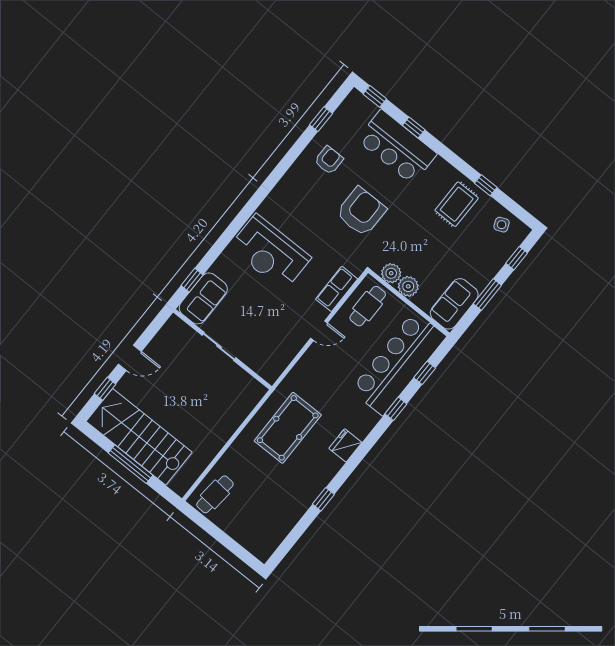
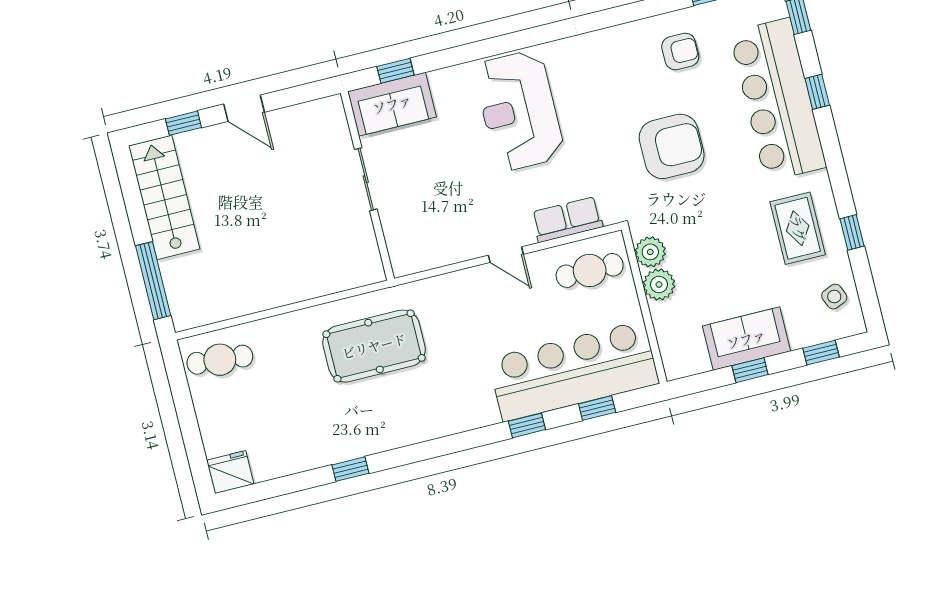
bar counter: (397, 147) -> (778, 100), width x1.36
rug: (457, 204) -> (798, 228), turned 90
window: (487, 294) -> (750, 370), width x0.67
sofa: (454, 304) -> (746, 339), moved
stairs: (139, 437) -> (164, 197), width x0.73, depth x0.66
fridge: (345, 445) -> (230, 472), moved
window: (130, 464) -> (153, 281), moved

